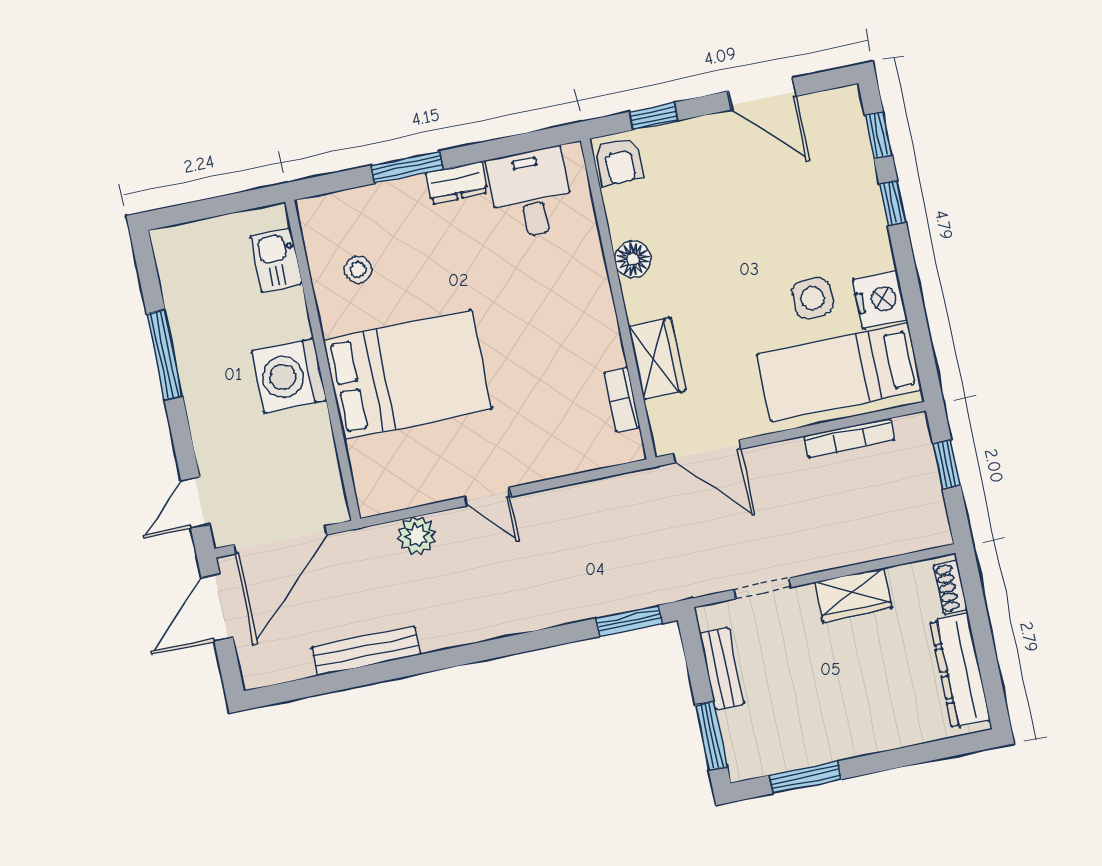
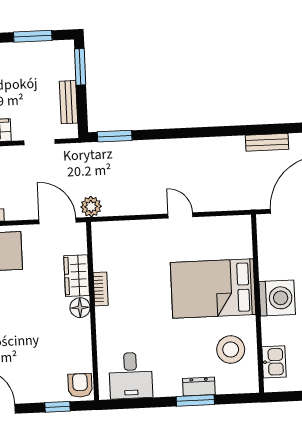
dresser: (457, 183) -> (199, 387), moved
floor lamp: (633, 259) -> (80, 308), moved
stool: (358, 270) -> (231, 349), width x1.89, depth x1.89
bookcase: (622, 400) -> (101, 289), moved
plant: (417, 535) -> (91, 207), moved
bench: (366, 651) -> (267, 142), width x0.73

